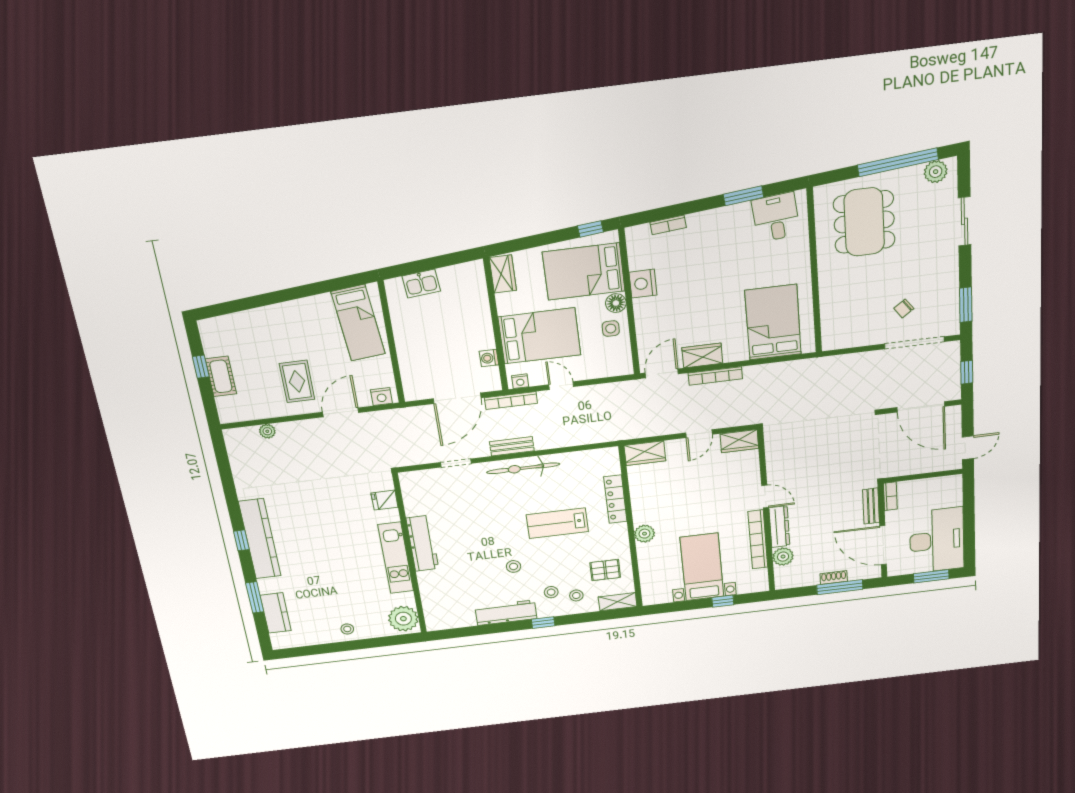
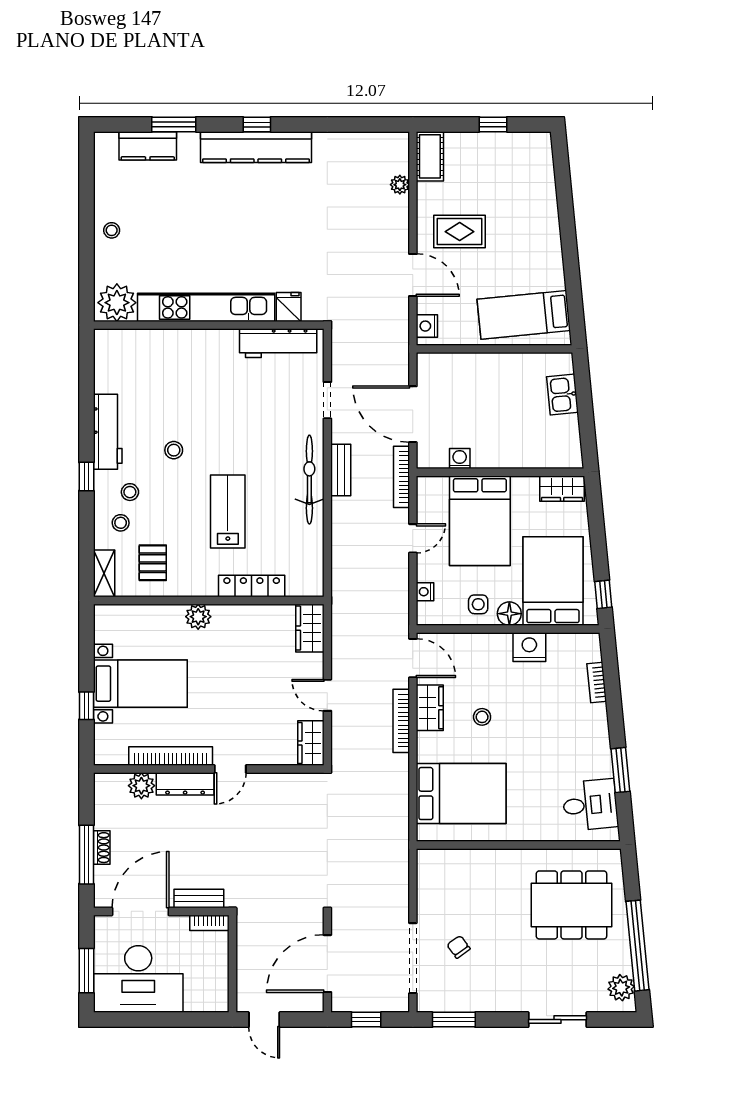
stool: (706, 314) -> (482, 717), added
cot: (221, 376) -> (430, 156), moved, turned 90
nightstand: (520, 381) -> (425, 592), moved
workbench: (422, 543) -> (278, 343), moved
kitchen unit: (396, 558) -> (206, 307), width x1.36

